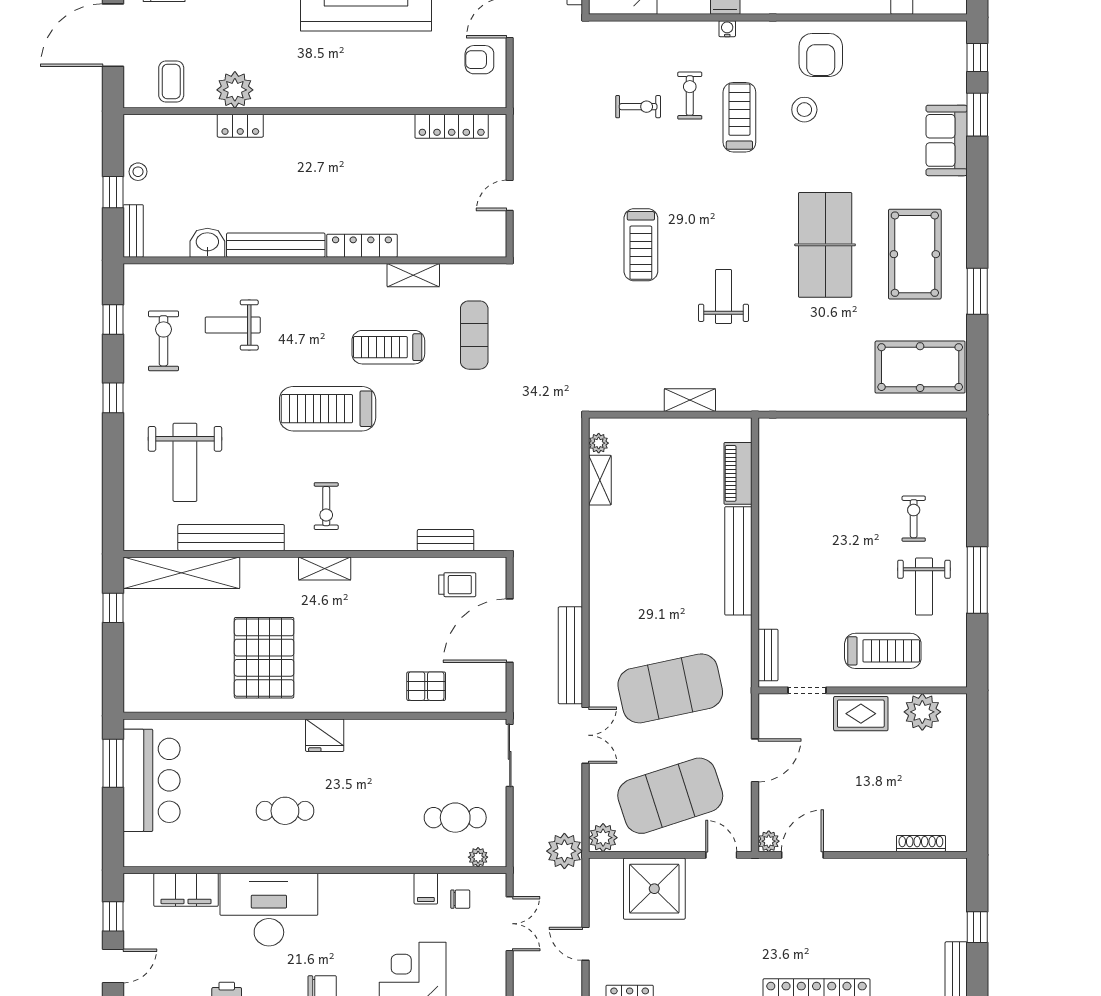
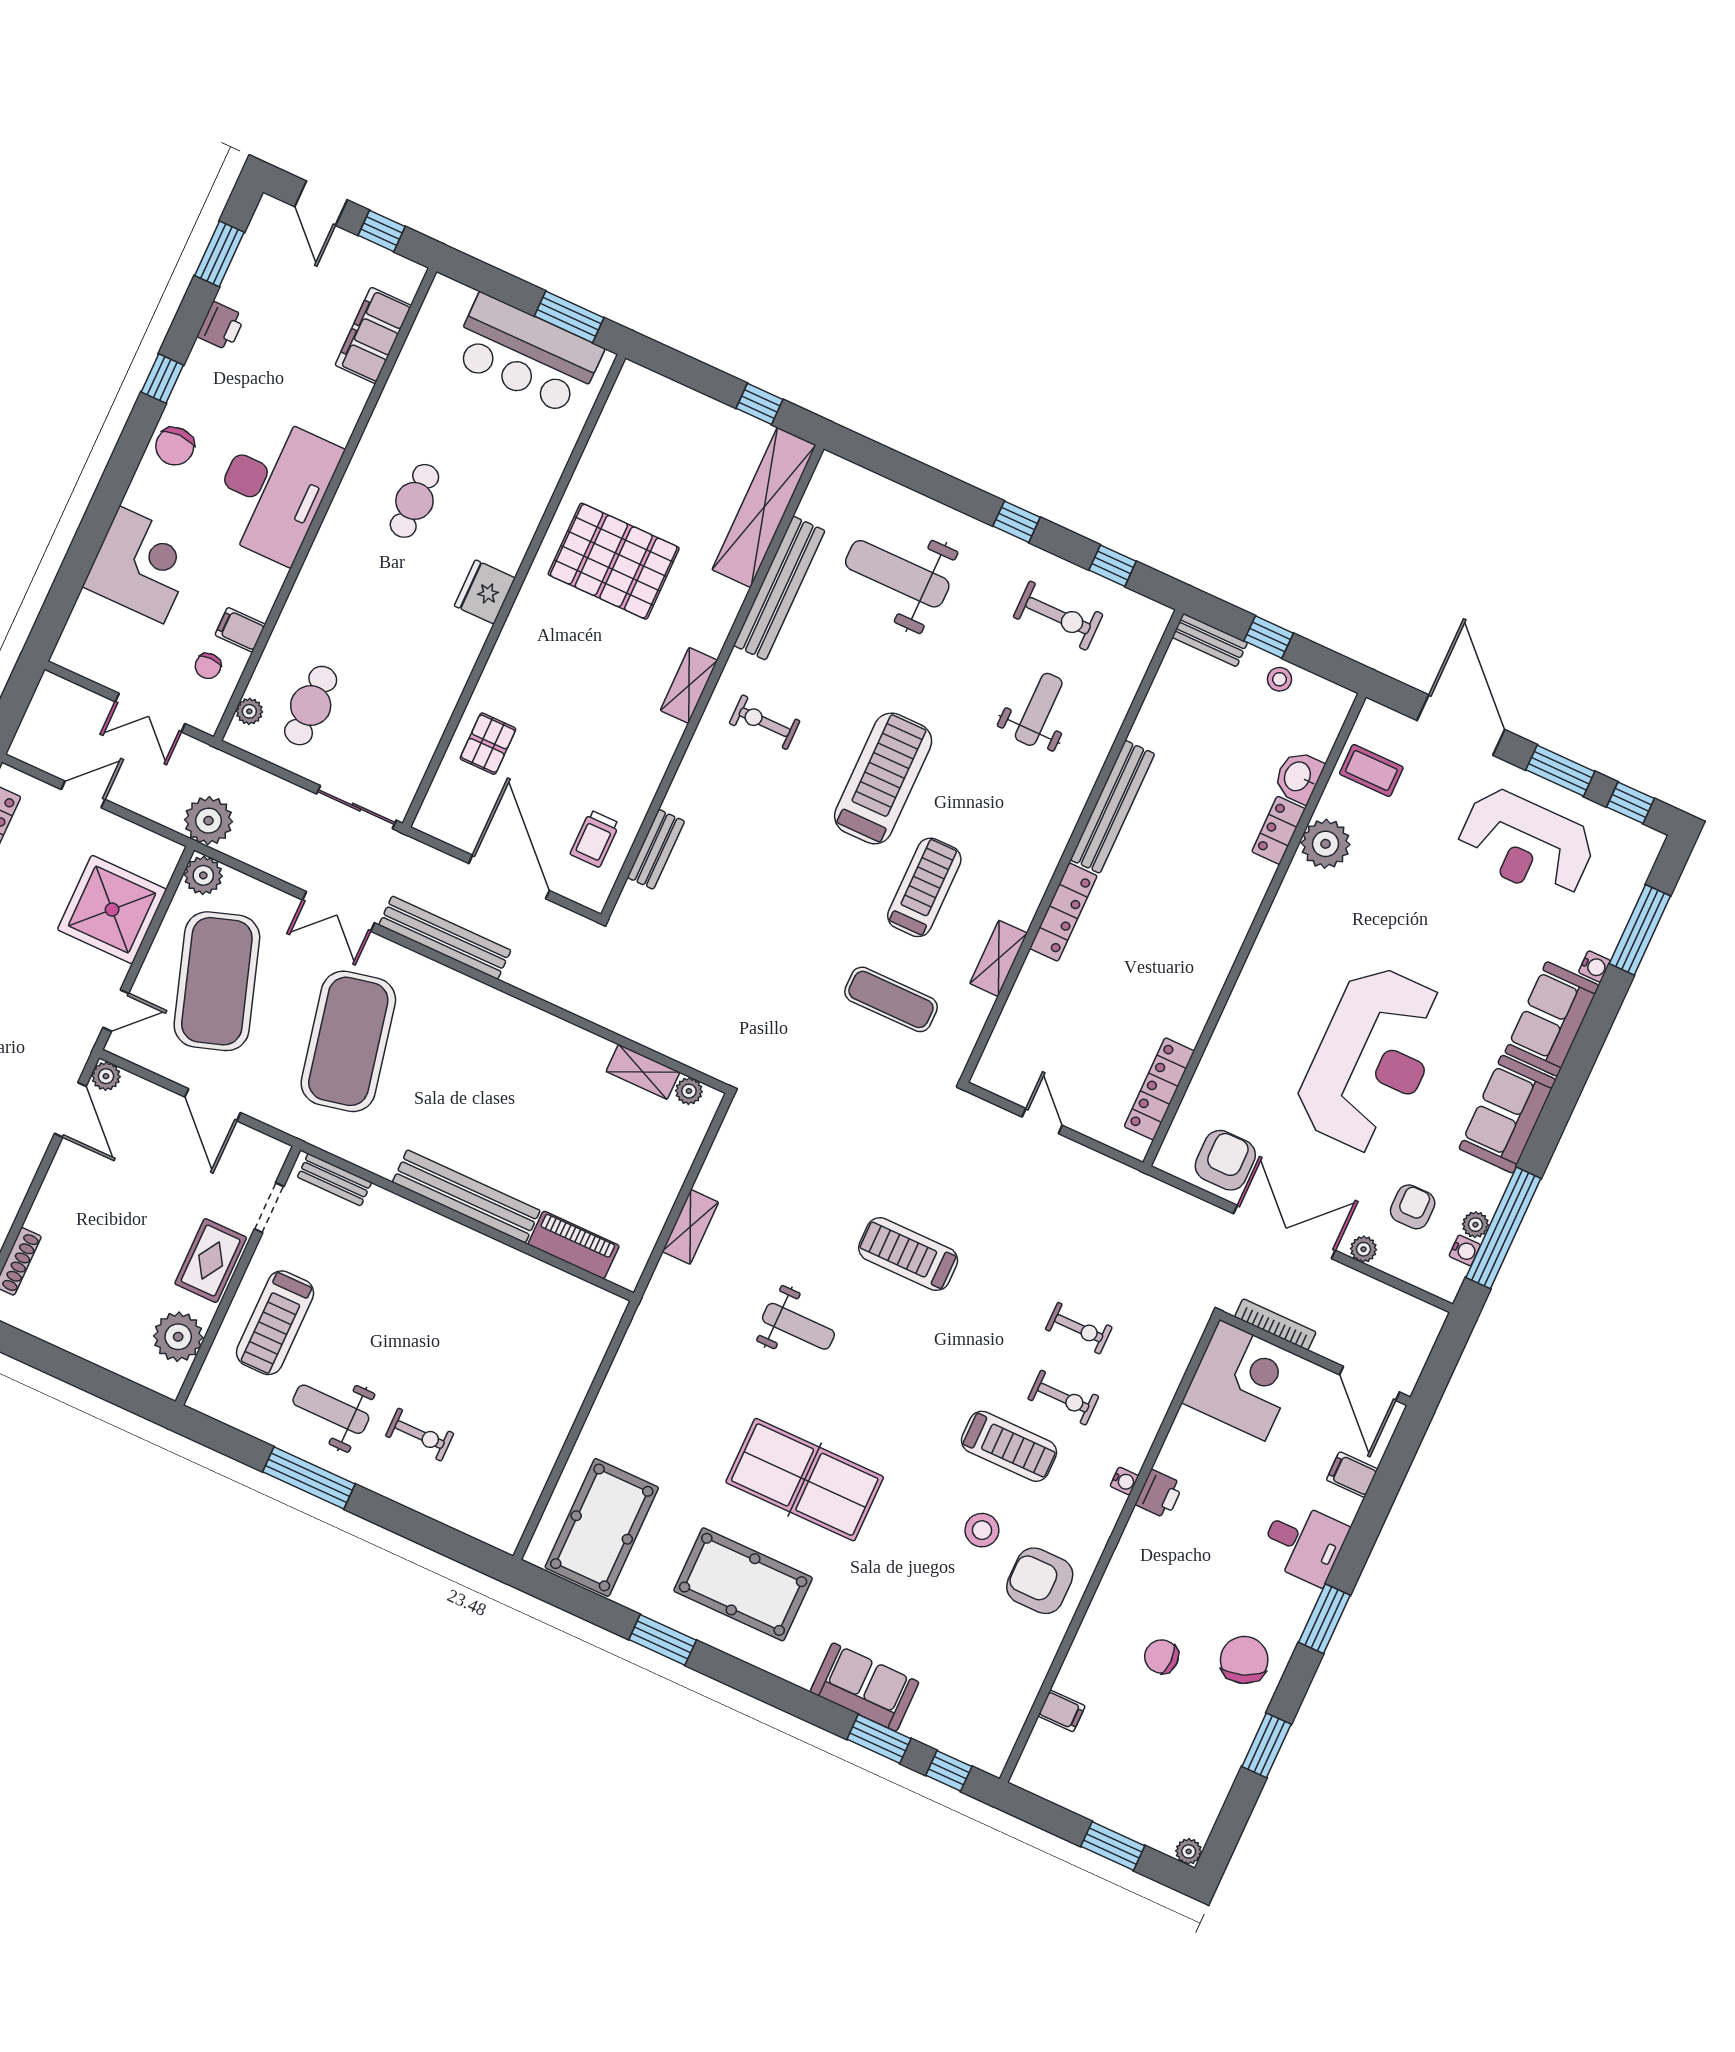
armchair: (479, 60) -> (1225, 1160), width x1.38, depth x1.38
exercise bike: (638, 107) -> (1079, 1328), turned -90
washbasin: (207, 243) -> (1298, 777), moved, turned 180
desk: (269, 910) -> (274, 489), moved

